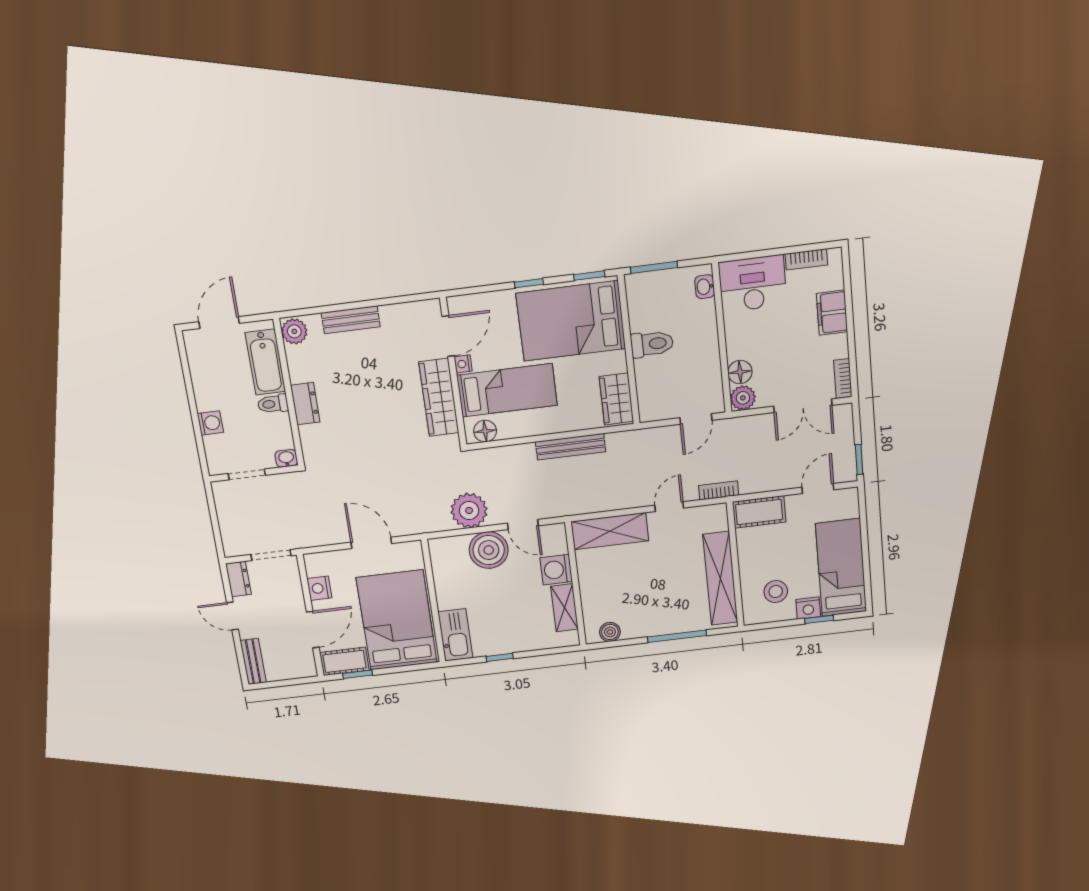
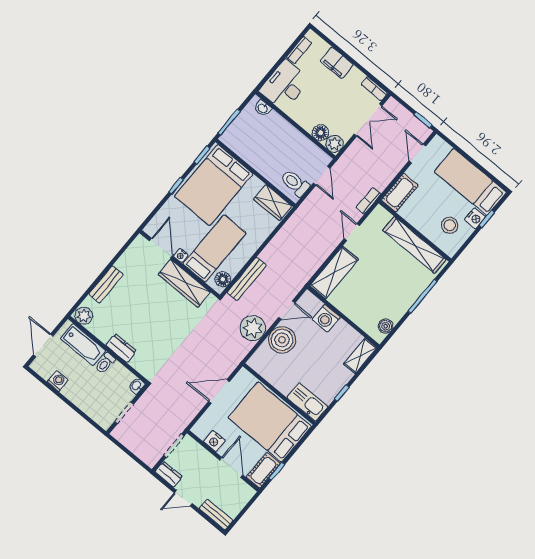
toilet: (652, 344) -> (295, 183), moved, turned -90
washing machine: (210, 423) -> (58, 381), moved
bench: (571, 447) -> (247, 279), moved
shelving: (565, 608) -> (360, 356), moved, turned 90

